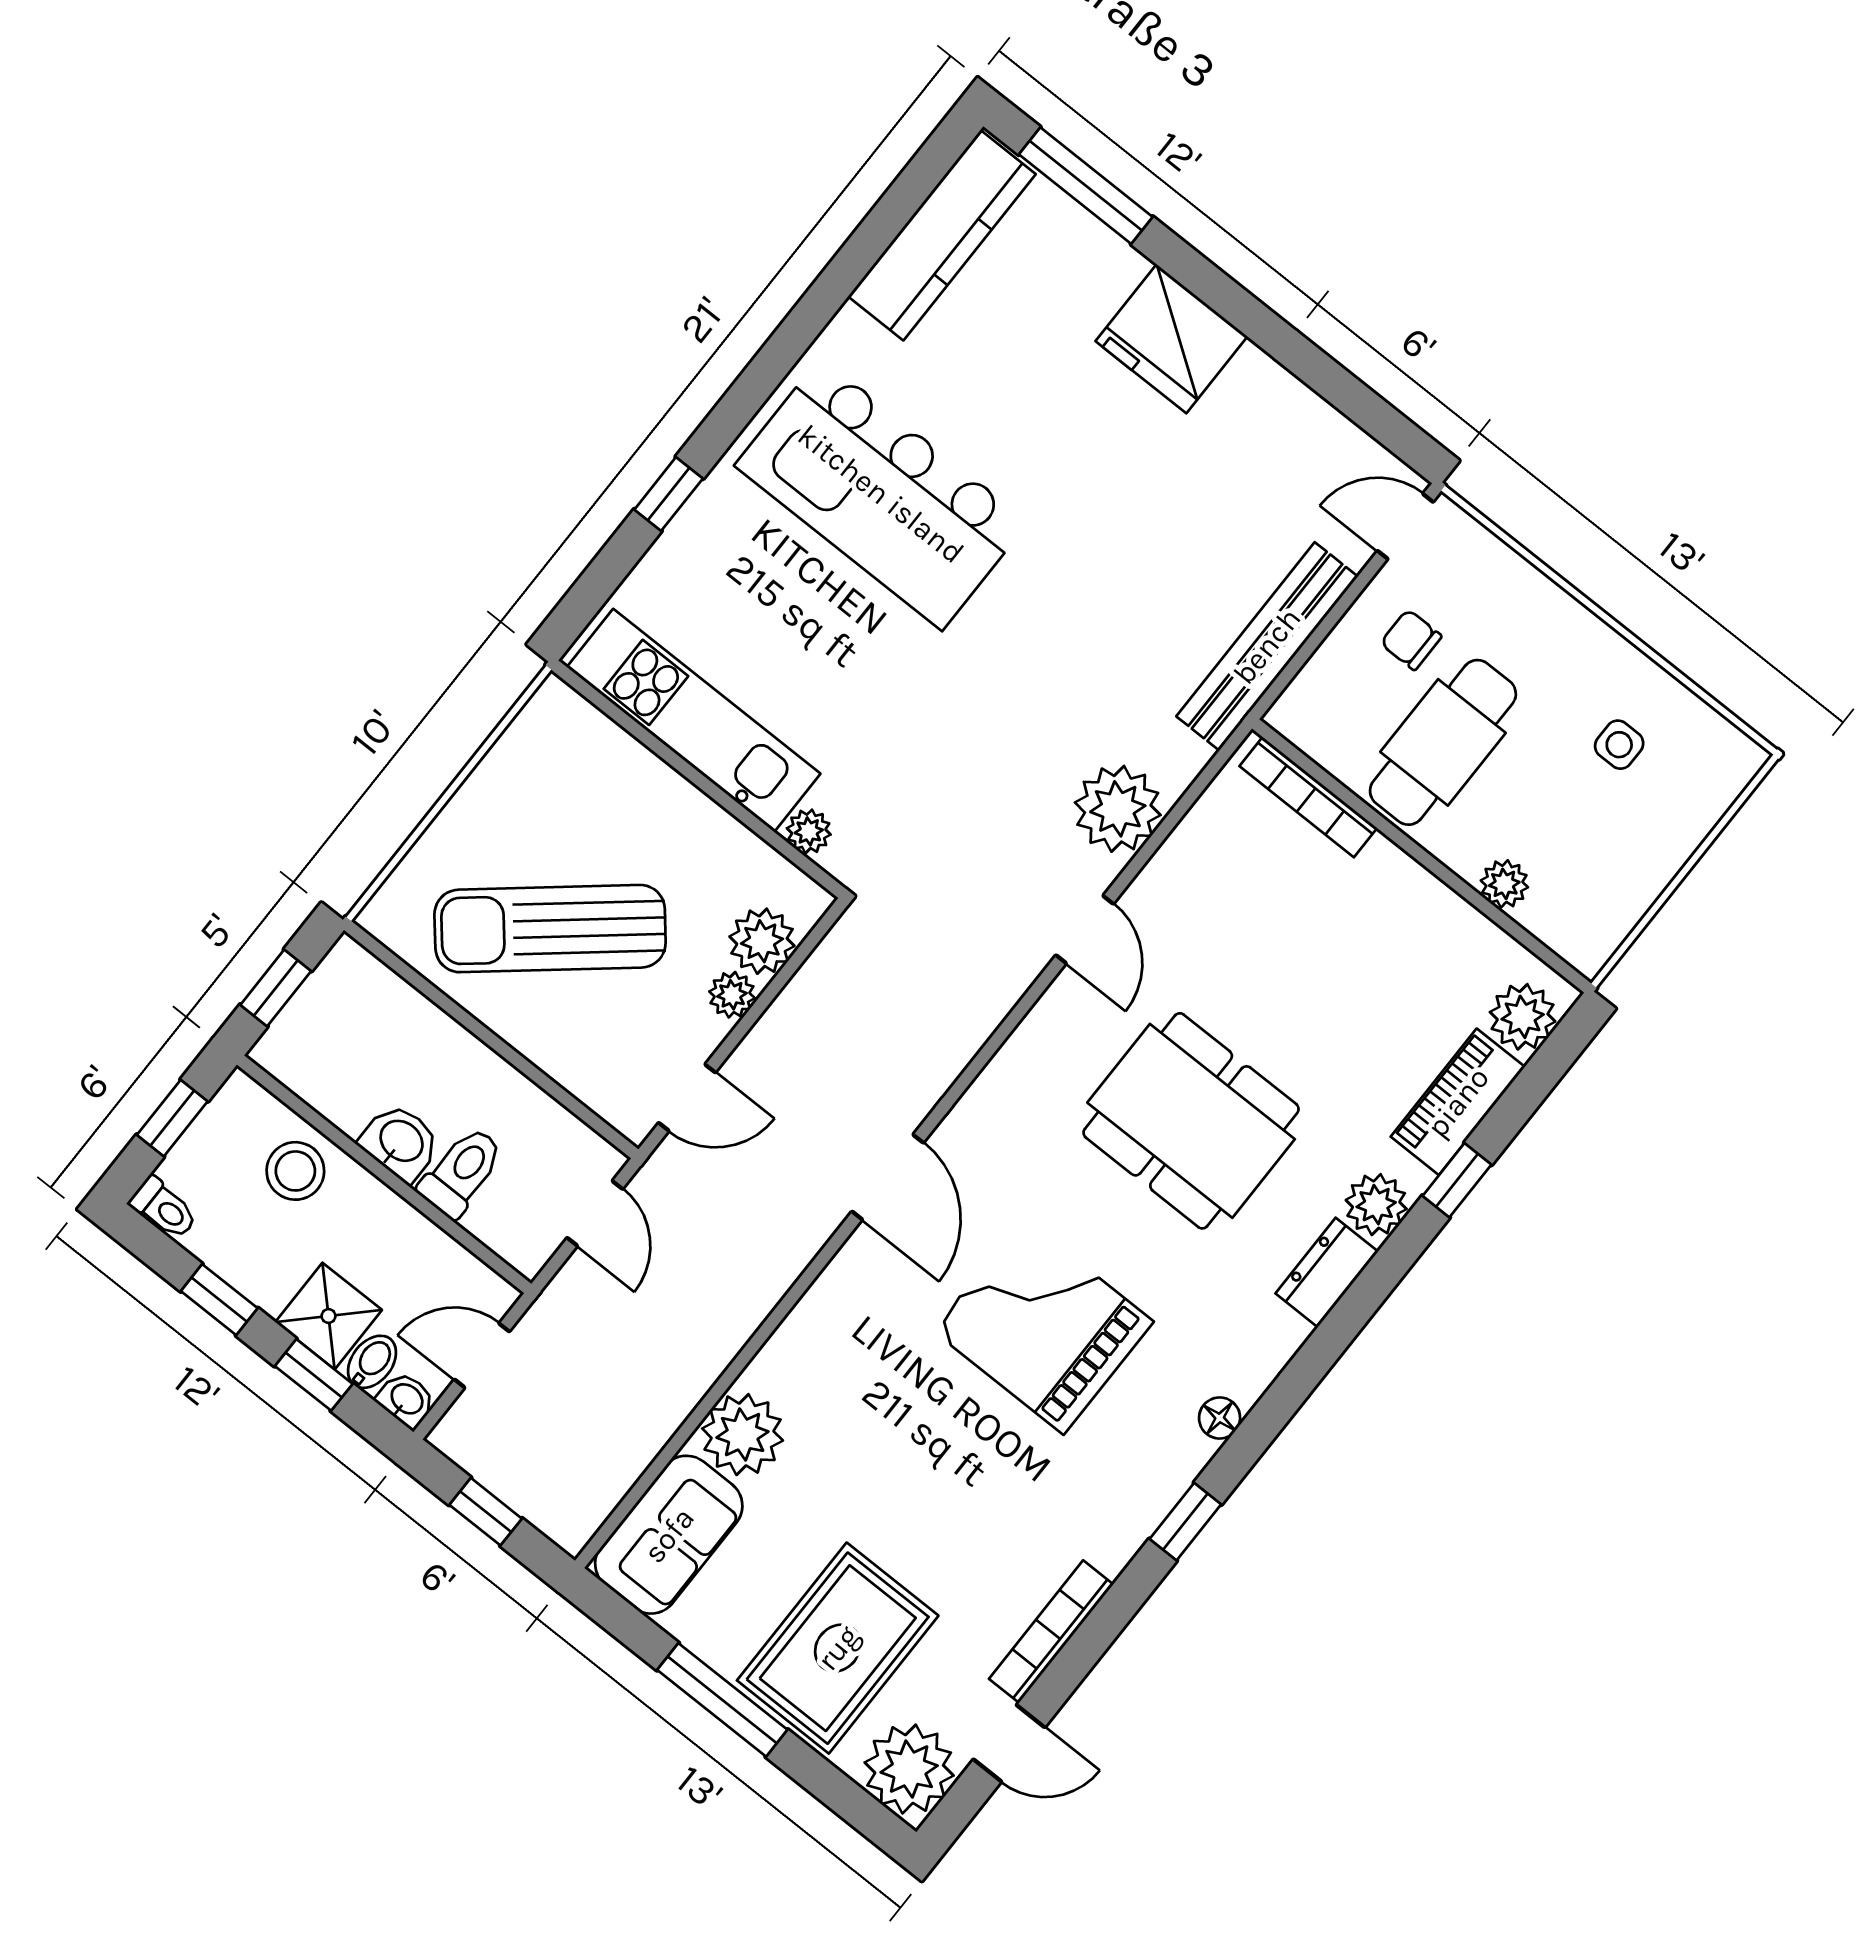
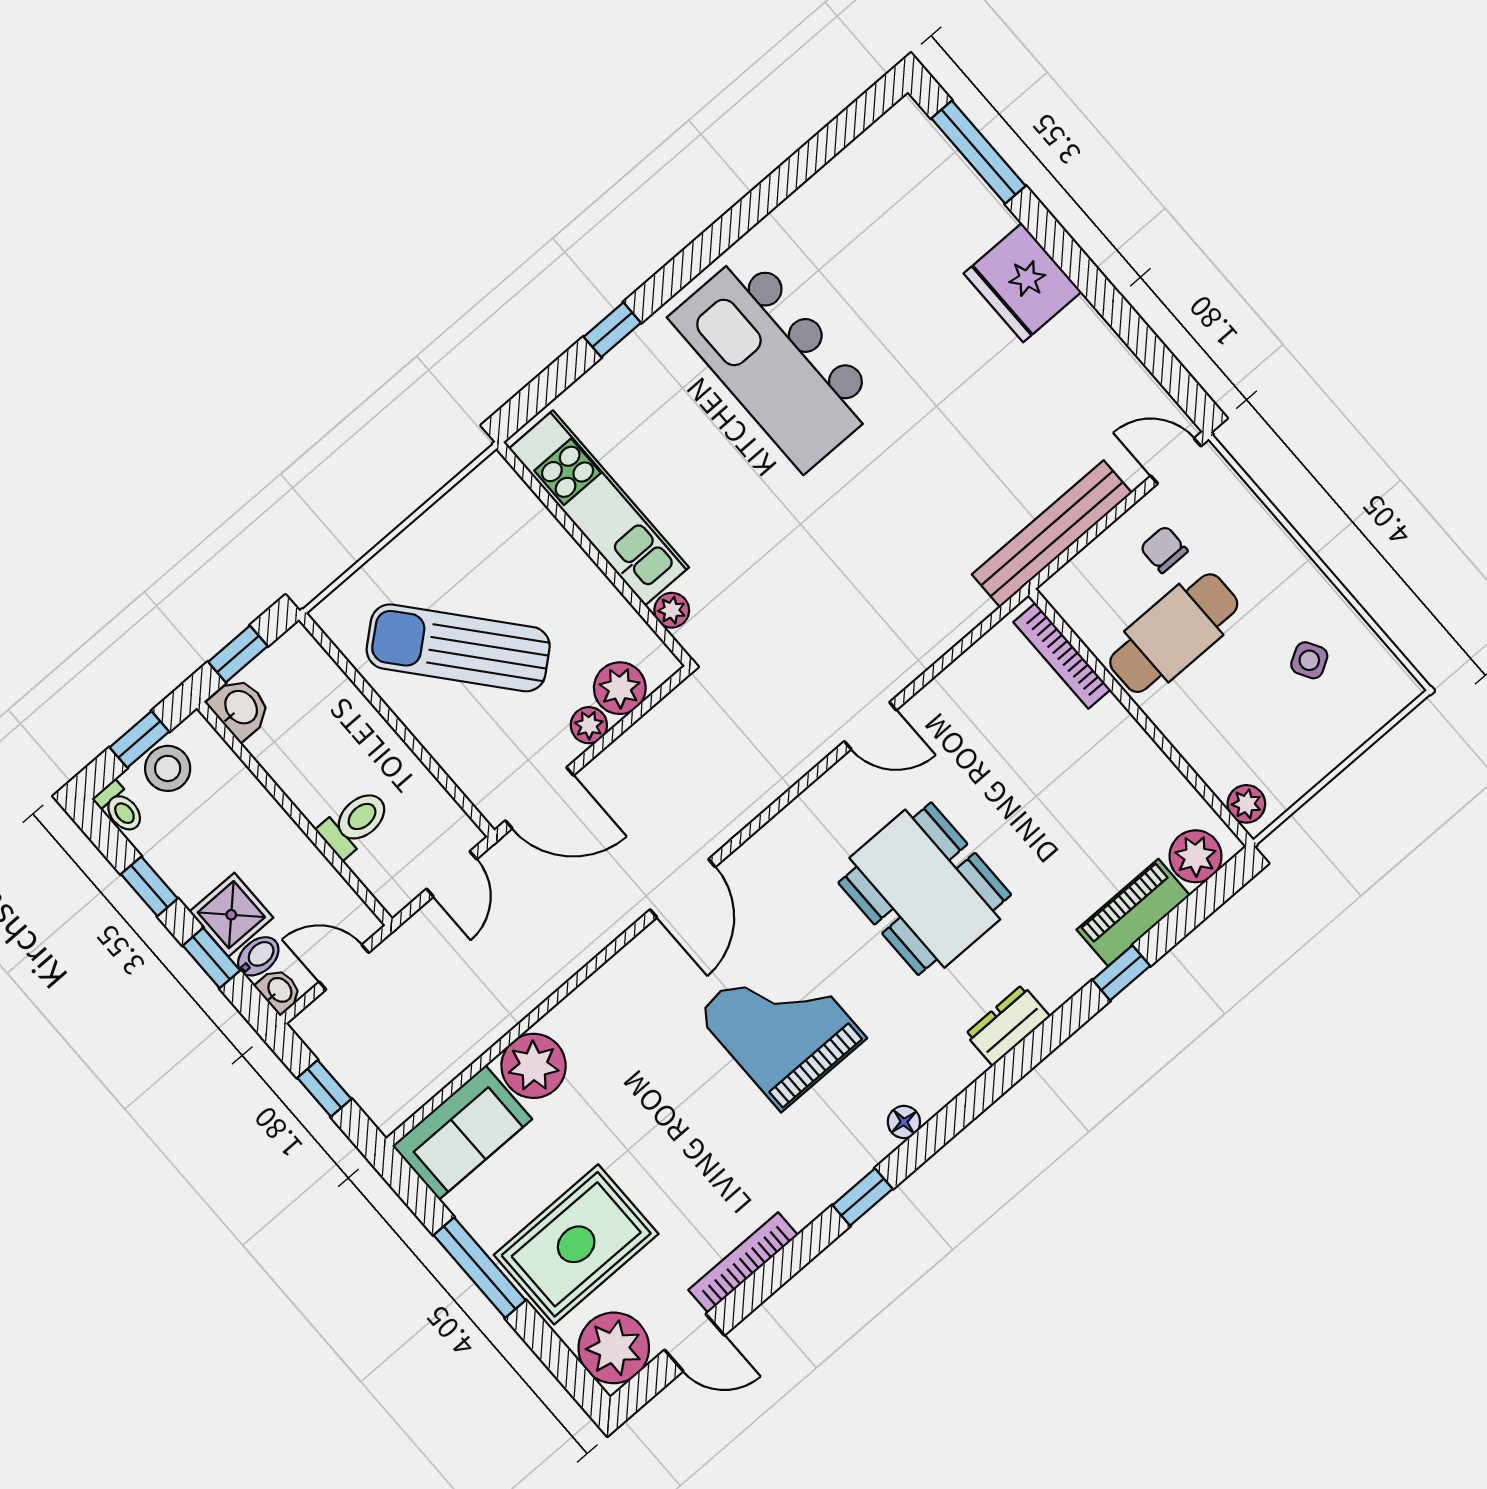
kitchen counter: (942, 235) -> (860, 170), removed
side table: (1619, 745) -> (1309, 660), turned -30
plant: (1118, 809) -> (913, 637), removed
plant: (1504, 884) -> (1246, 804), moved
door: (1085, 929) -> (870, 726), hinge flipped
door: (687, 1098) -> (539, 798), width x1.38
washbasin: (400, 1142) -> (240, 708), moved
stool: (295, 1171) -> (168, 768), moved
plant: (1376, 1205) -> (1055, 980), removed

